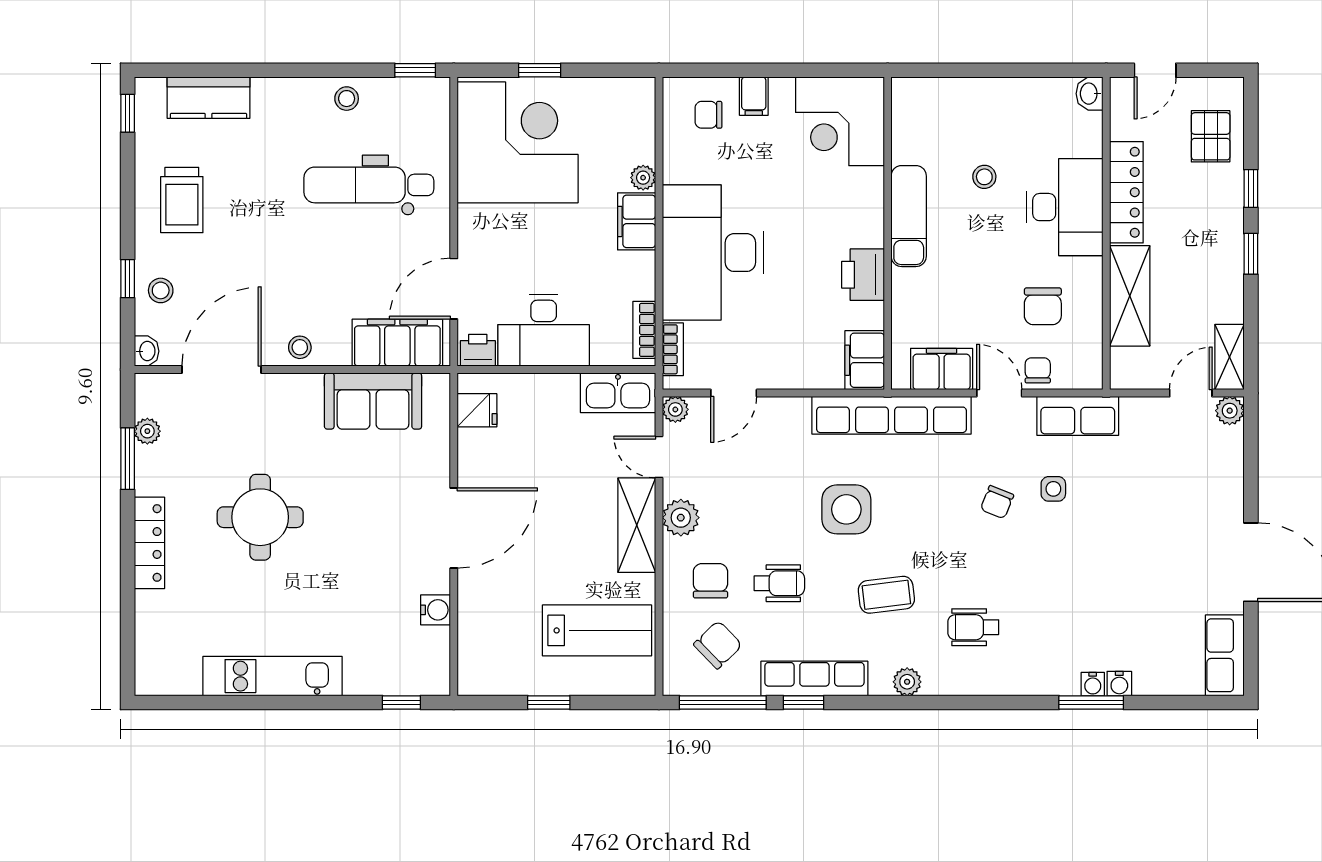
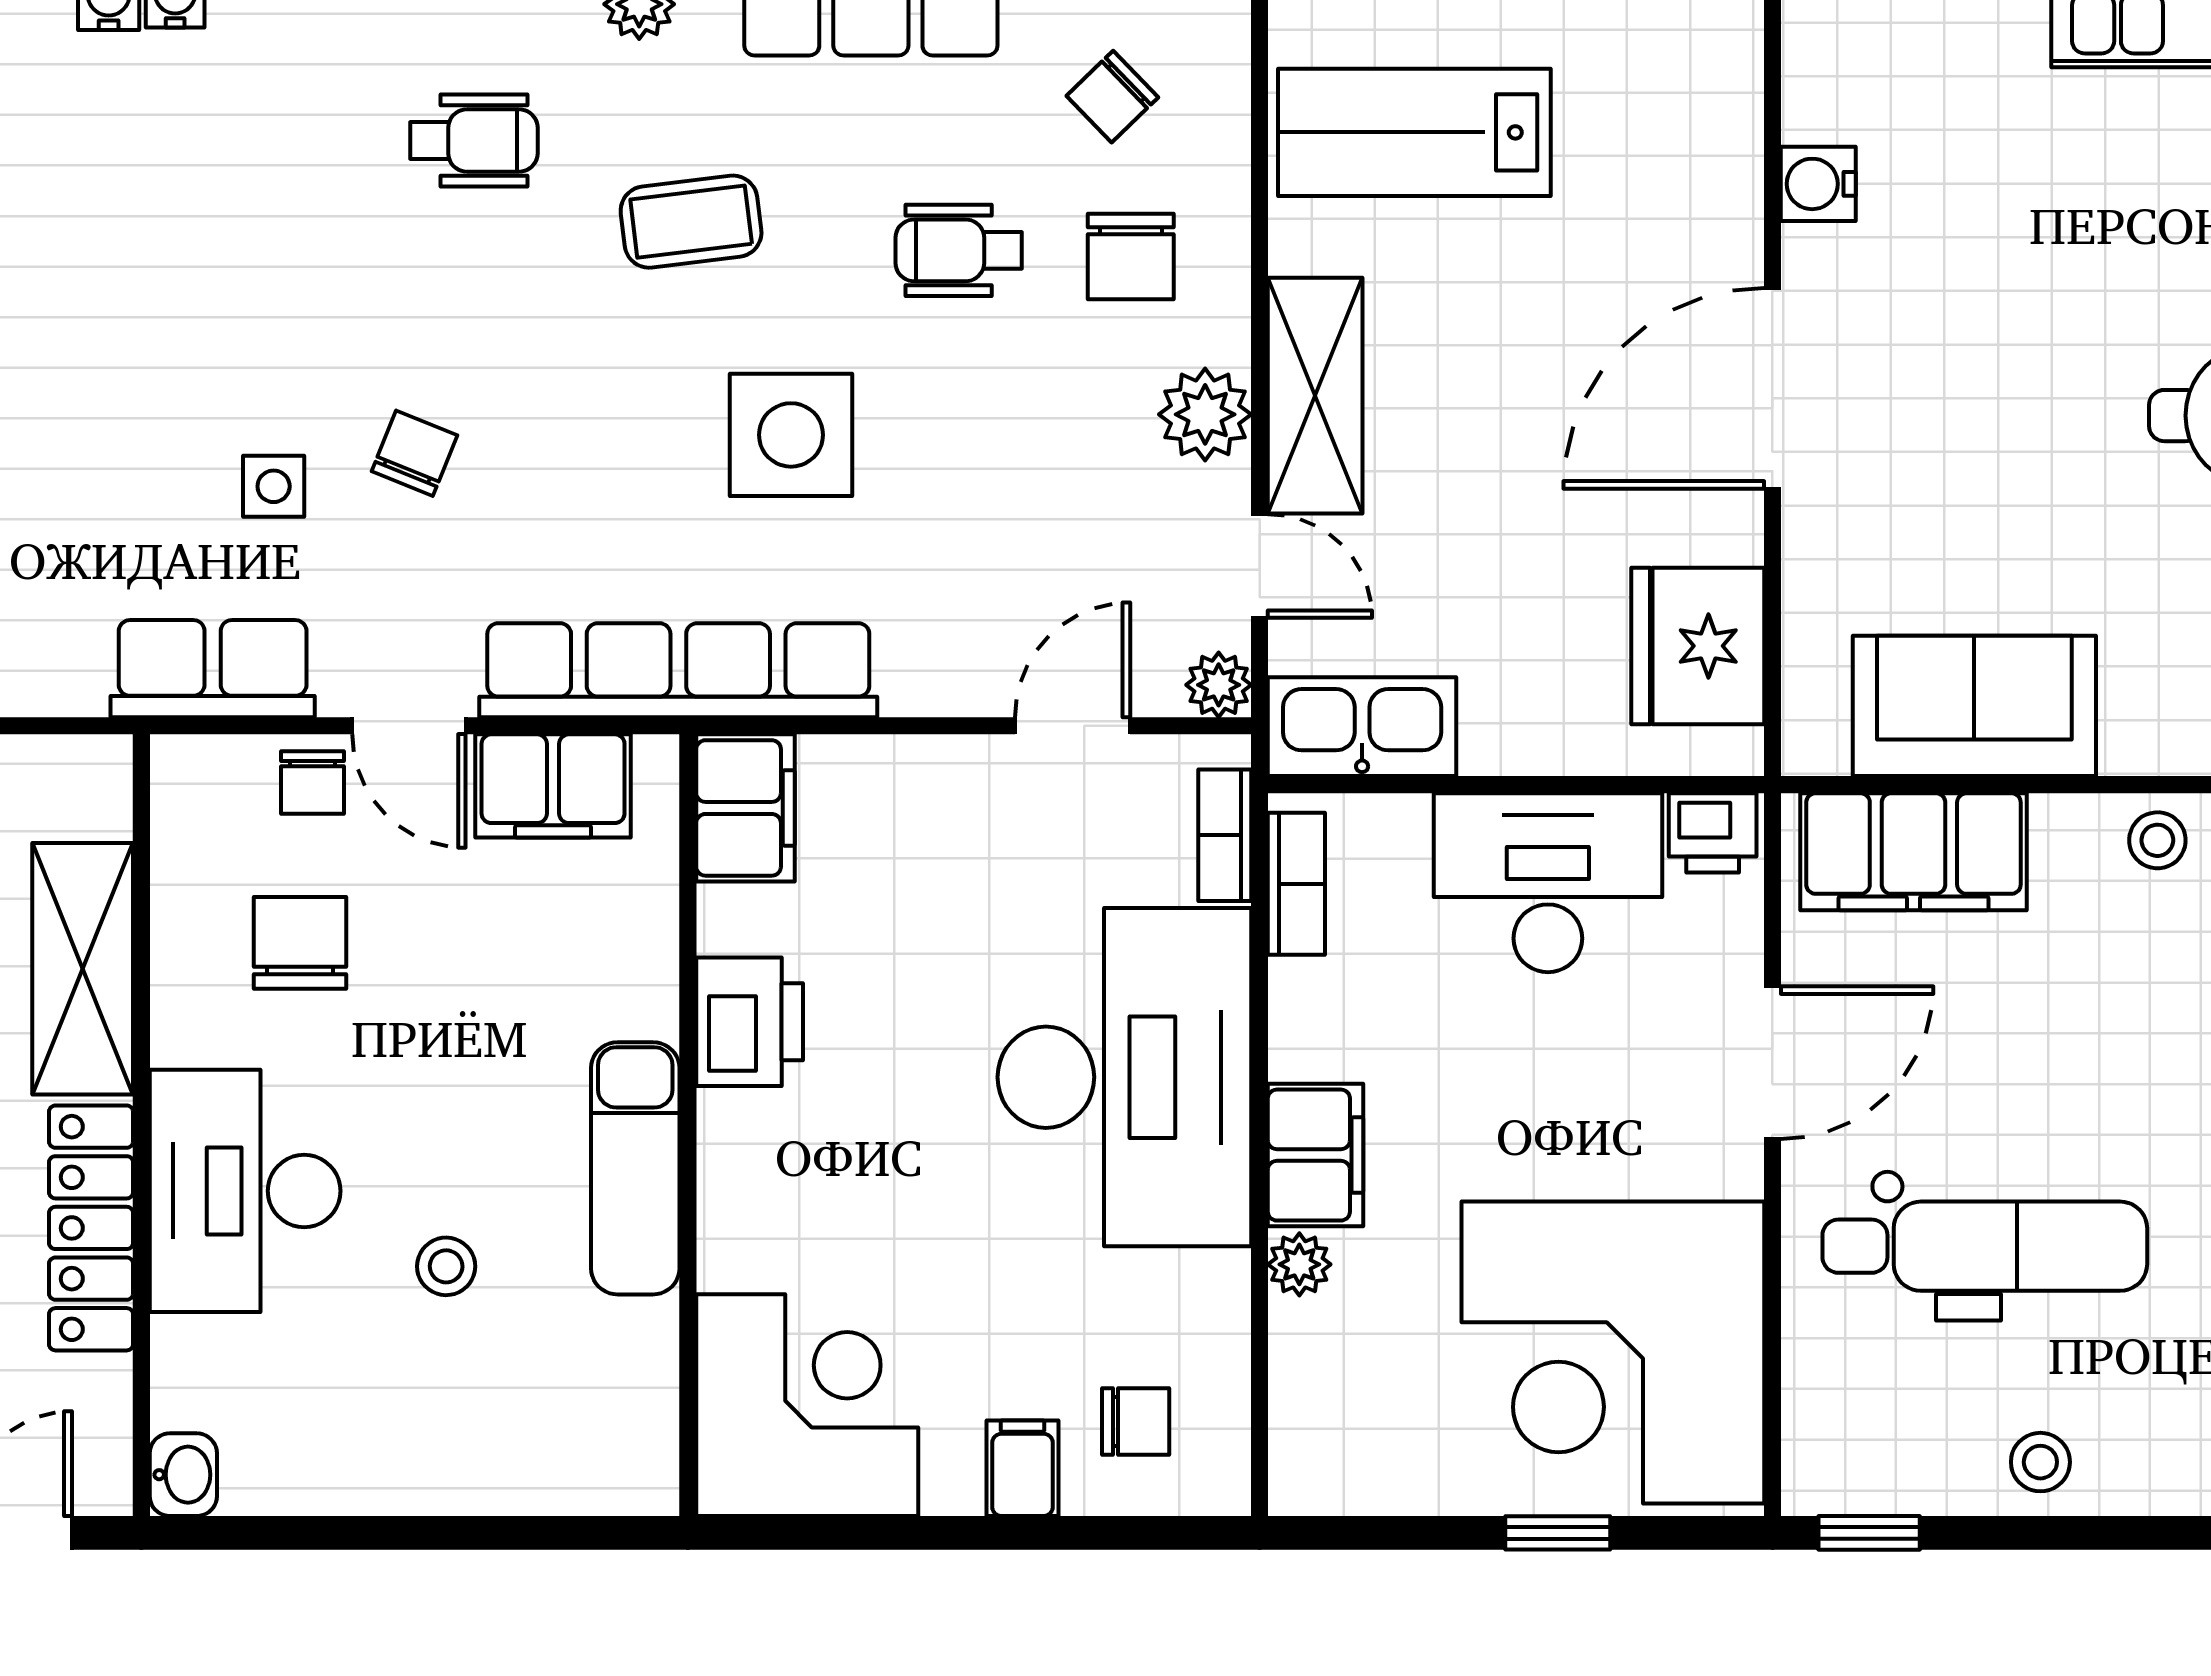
door: (454, 289) -> (1772, 1063), moved
fridge: (477, 410) -> (1698, 646), width x1.88, depth x1.34
chair: (718, 645) -> (1112, 97), width x0.73, depth x0.73

